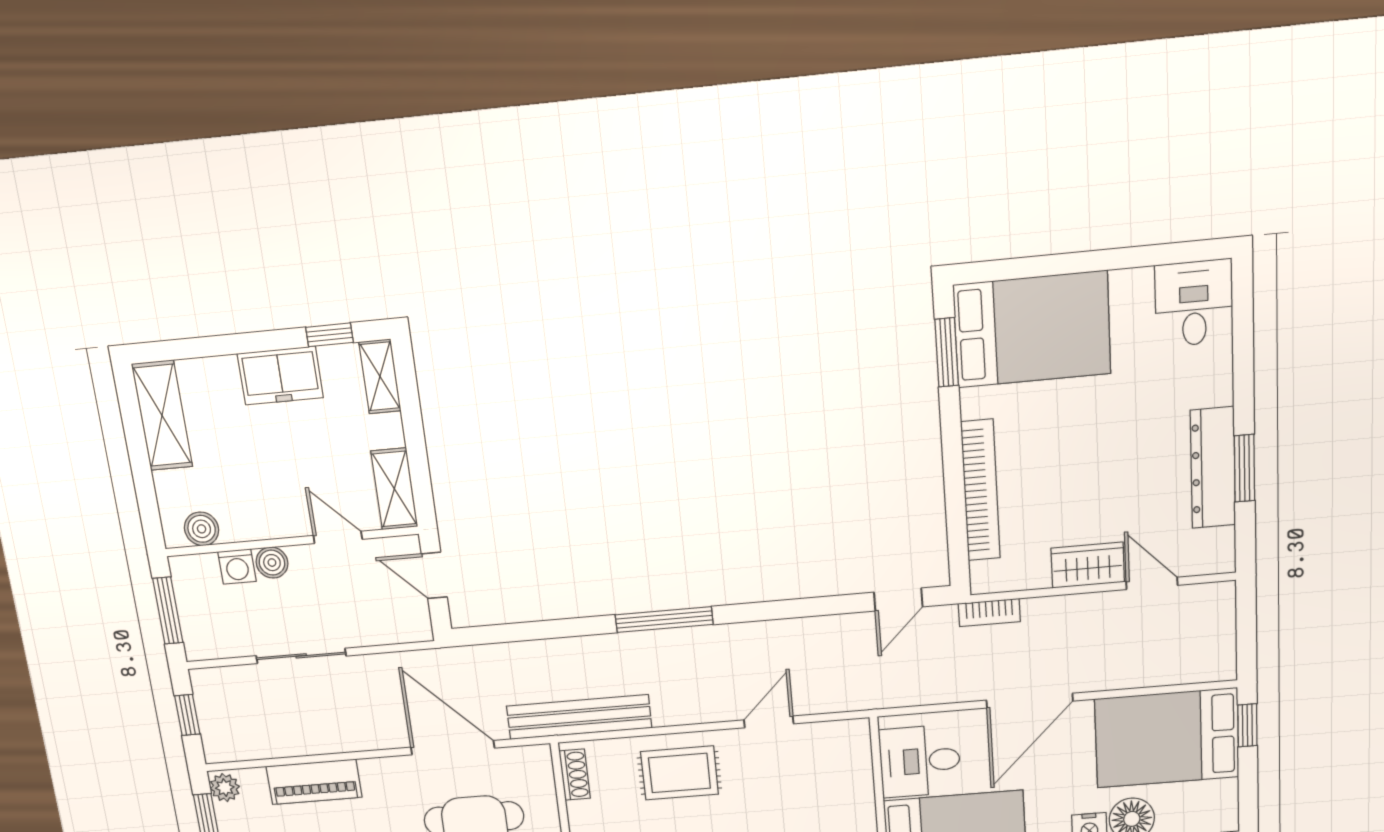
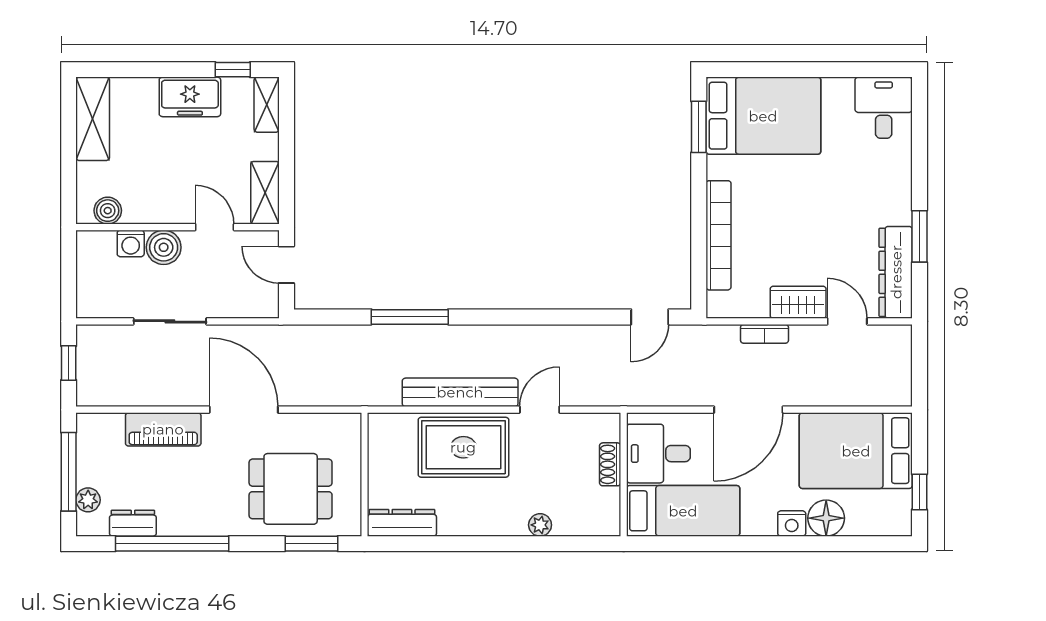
dresser: (1213, 468) -> (896, 272), moved
boiler: (272, 563) -> (164, 247), width x1.36, depth x1.36
window: (168, 611) -> (69, 274), removed
bookcase: (989, 613) -> (764, 334), moved
window: (664, 620) -> (410, 317), moved
bench: (579, 717) -> (460, 392), moved
window: (1247, 725) -> (919, 492), moved
door: (453, 748) -> (244, 410), moved
rug: (679, 773) -> (463, 447), width x1.36, depth x1.43
shoe rack: (575, 775) -> (610, 464), moved, turned 180
plant: (225, 788) -> (88, 428), removed

